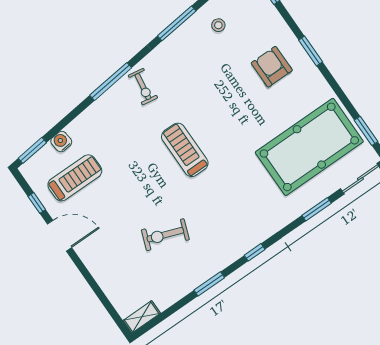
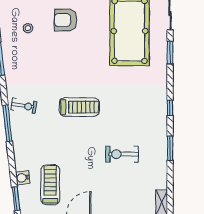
stool: (218, 25) -> (28, 28), moved
treadmill: (185, 150) -> (79, 107), turned 180
exercise bike: (165, 235) -> (122, 154), turned 70

